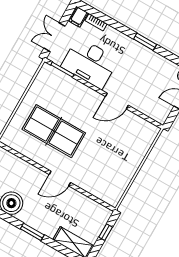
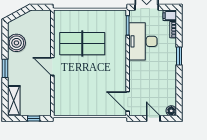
window: (145, 42) -> (179, 56), moved
door: (117, 101) -> (128, 101), moved
table tennis table: (54, 131) -> (82, 44), turned 90

